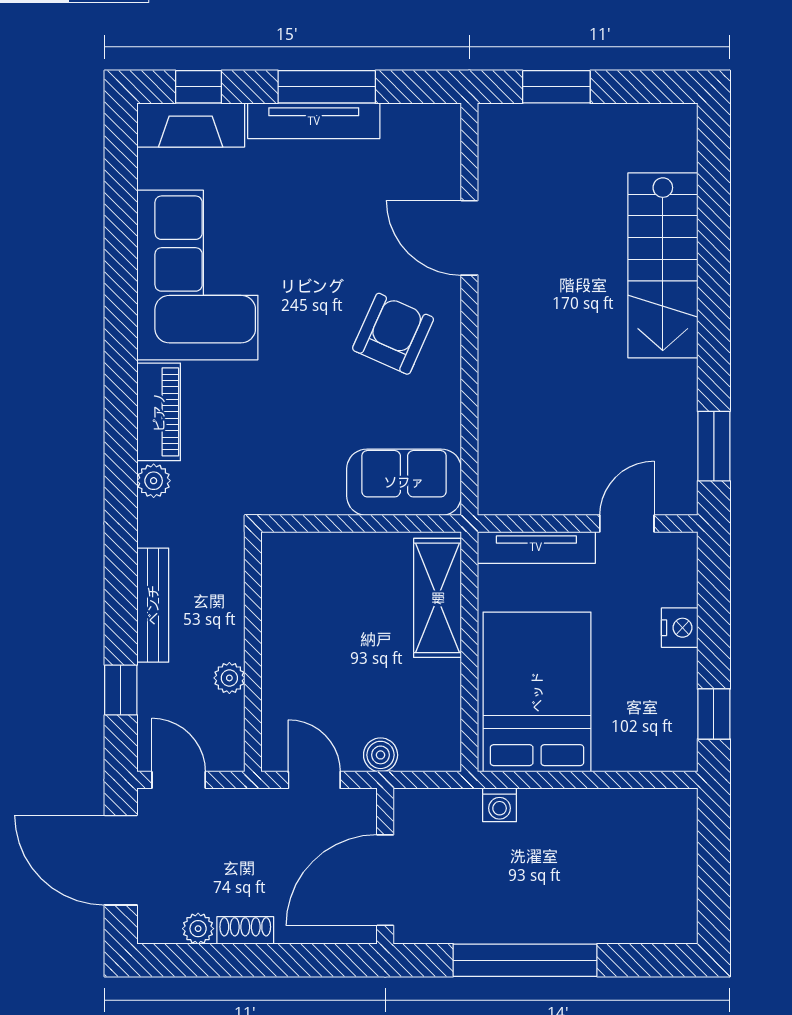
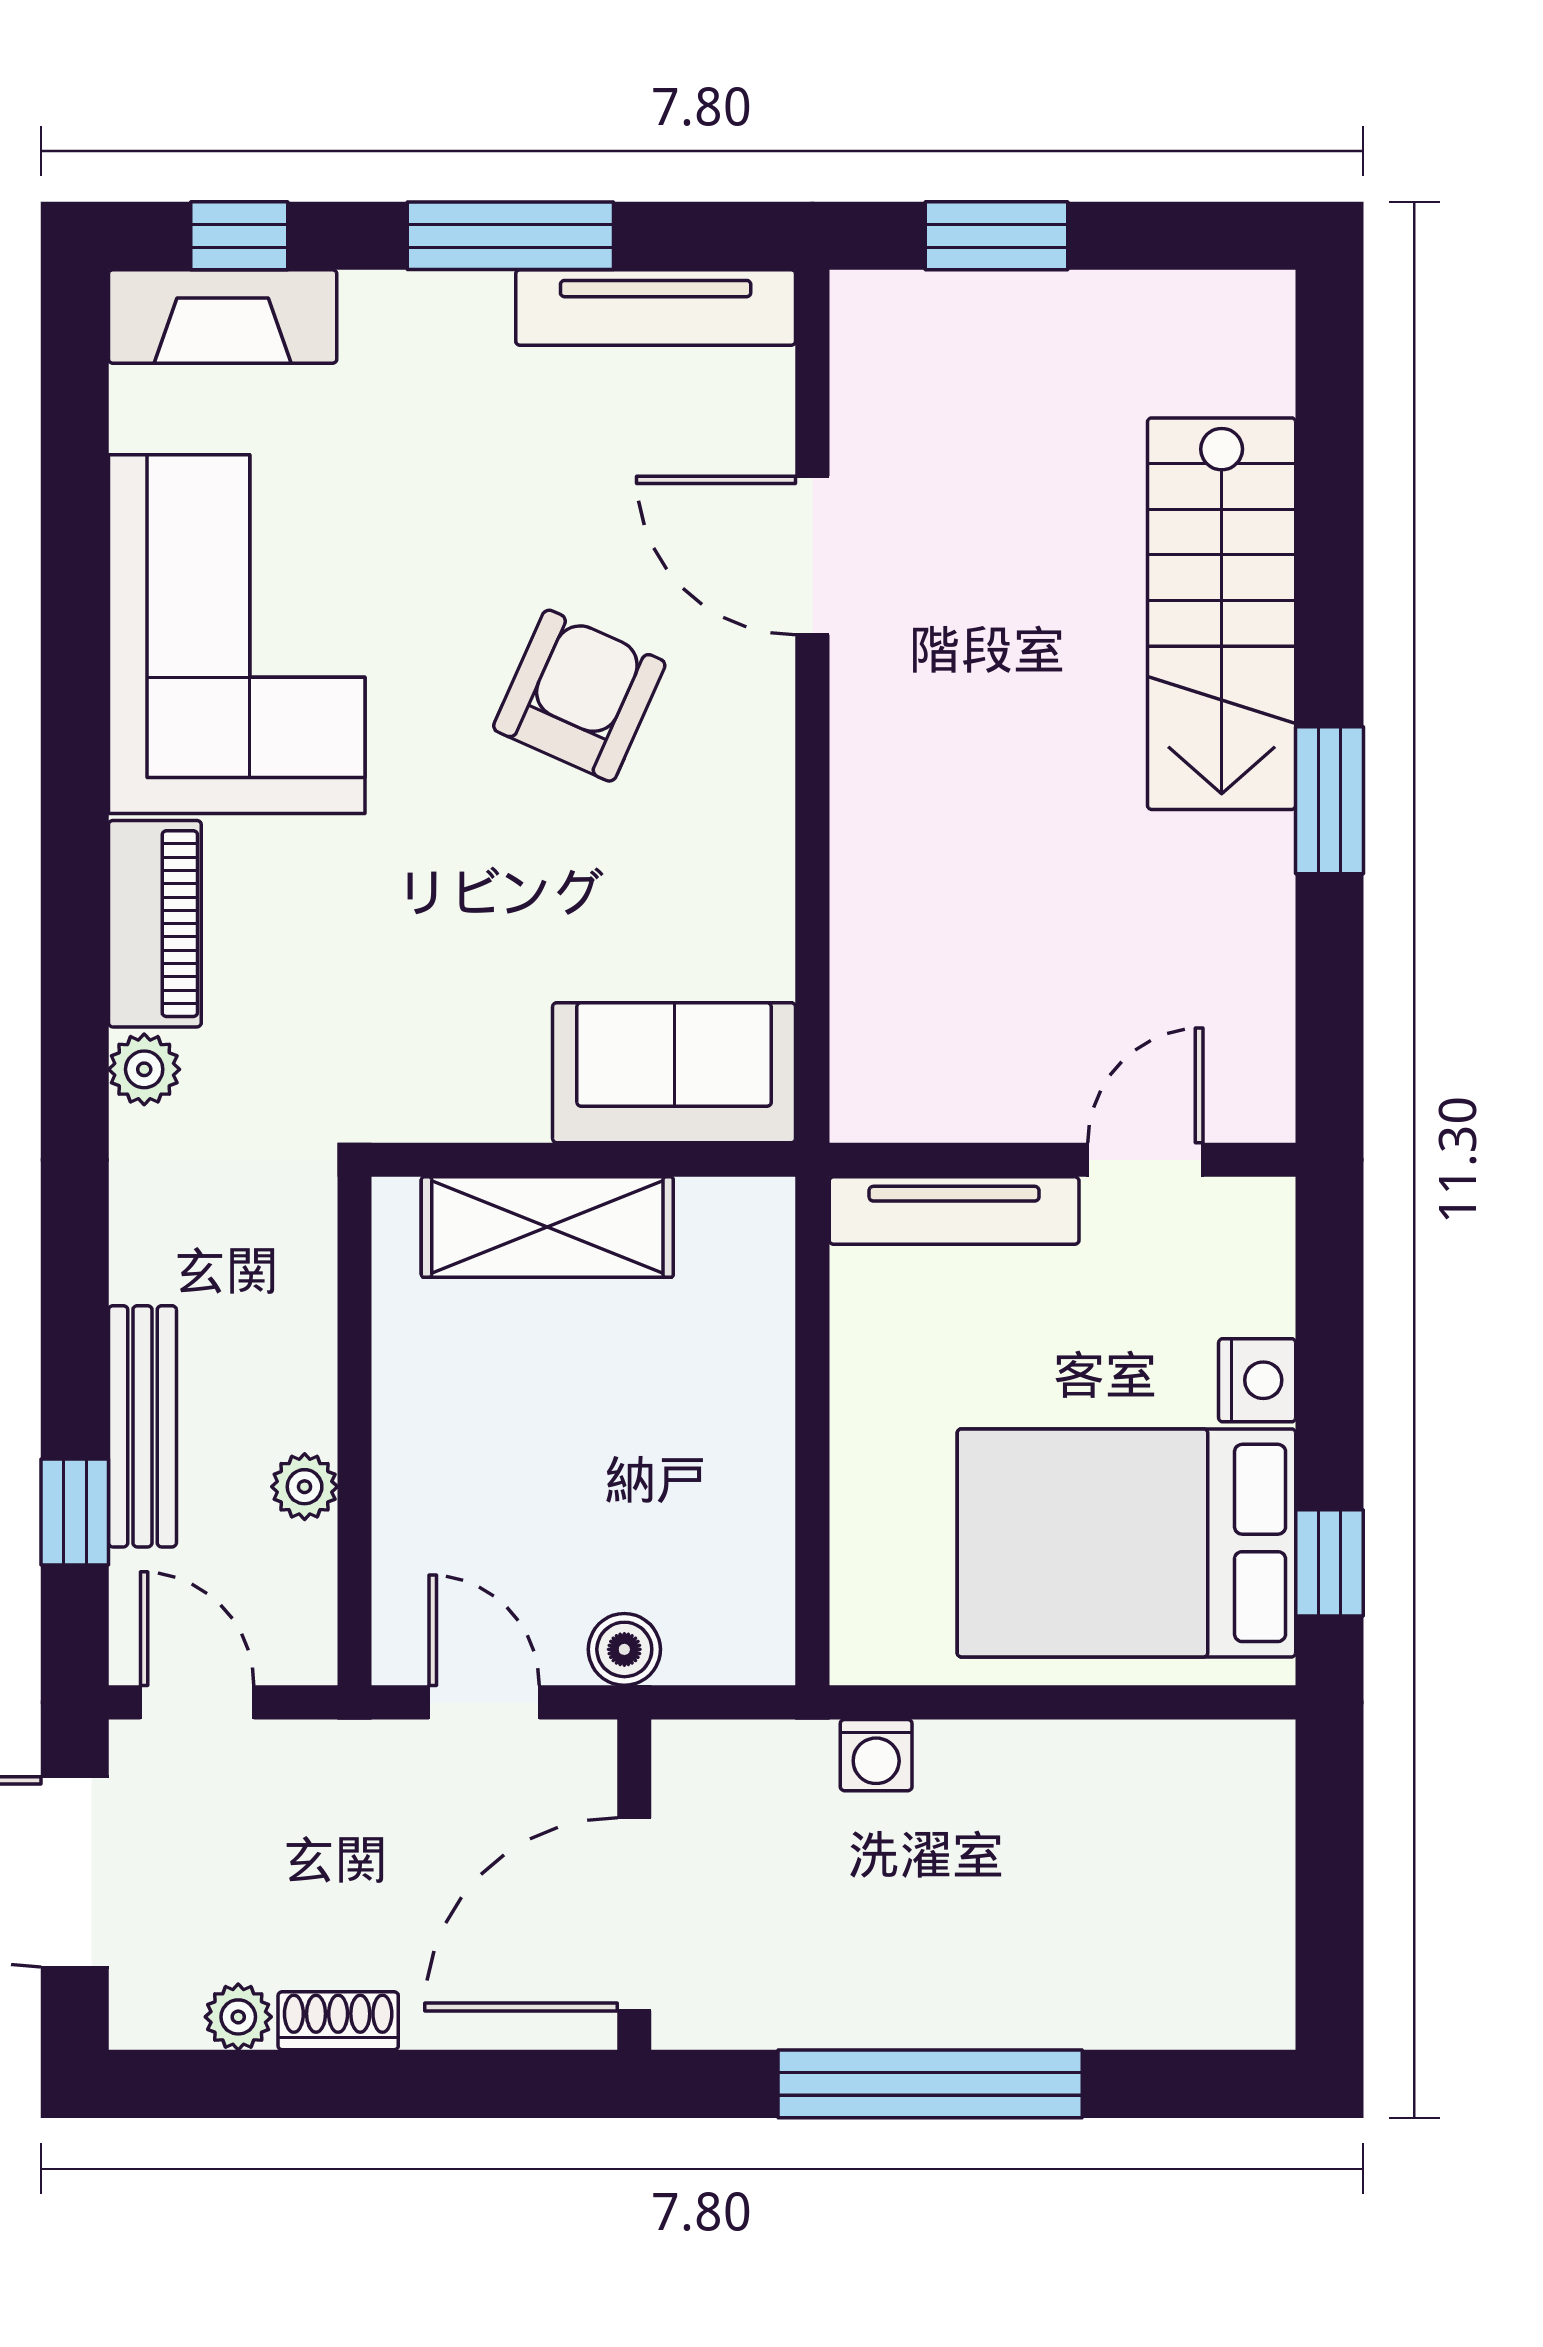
tv unit: (314, 121) -> (656, 308), moved
armchair: (393, 334) -> (579, 696), moved
window: (714, 446) -> (1329, 800), moved
shelving: (438, 598) -> (547, 1227), moved, turned 90
bench: (153, 605) -> (142, 1426), moved
bed: (537, 692) -> (1126, 1543), moved, turned -90

